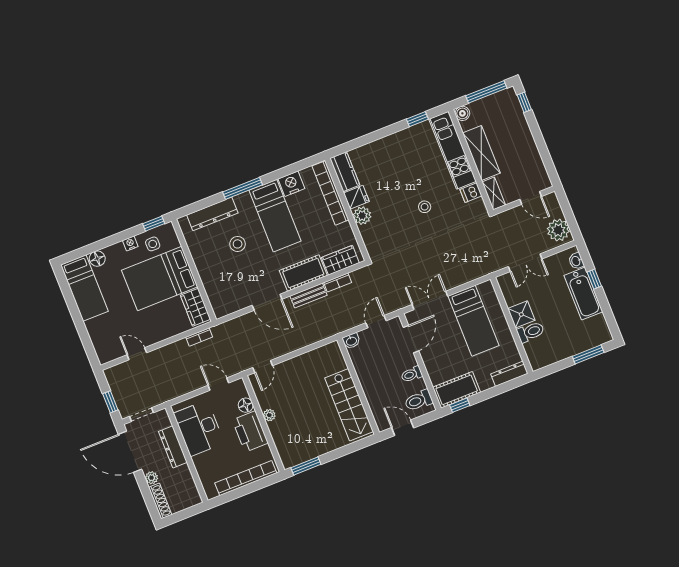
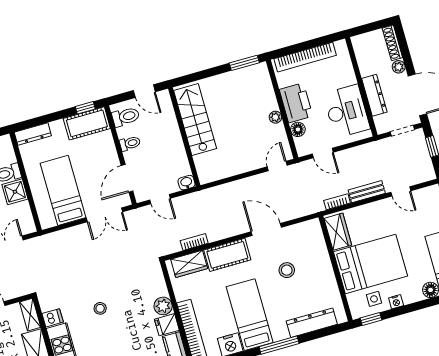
stool: (238, 244) -> (287, 270), moved
bench: (309, 296) -> (367, 192), moved
door: (376, 322) -> (160, 199), hinge flipped

